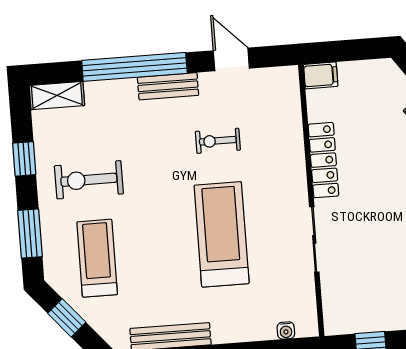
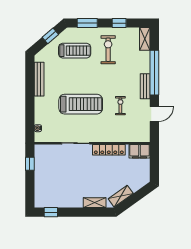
filing cabinet: (321, 75) -> (140, 151), width x2.00

